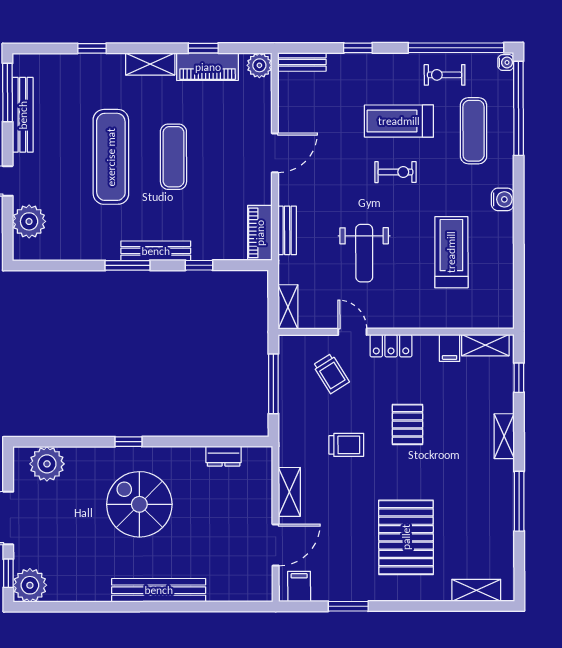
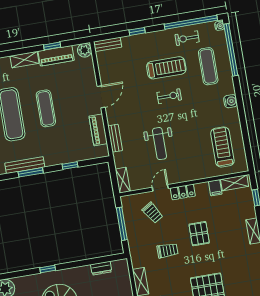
treadmill: (399, 121) -> (166, 68), turned 180
piano: (260, 233) -> (98, 130), moved
bench: (156, 251) -> (25, 165), moved
treadmill: (451, 252) -> (222, 147), moved
door: (352, 332) -> (160, 188), hinge flipped

